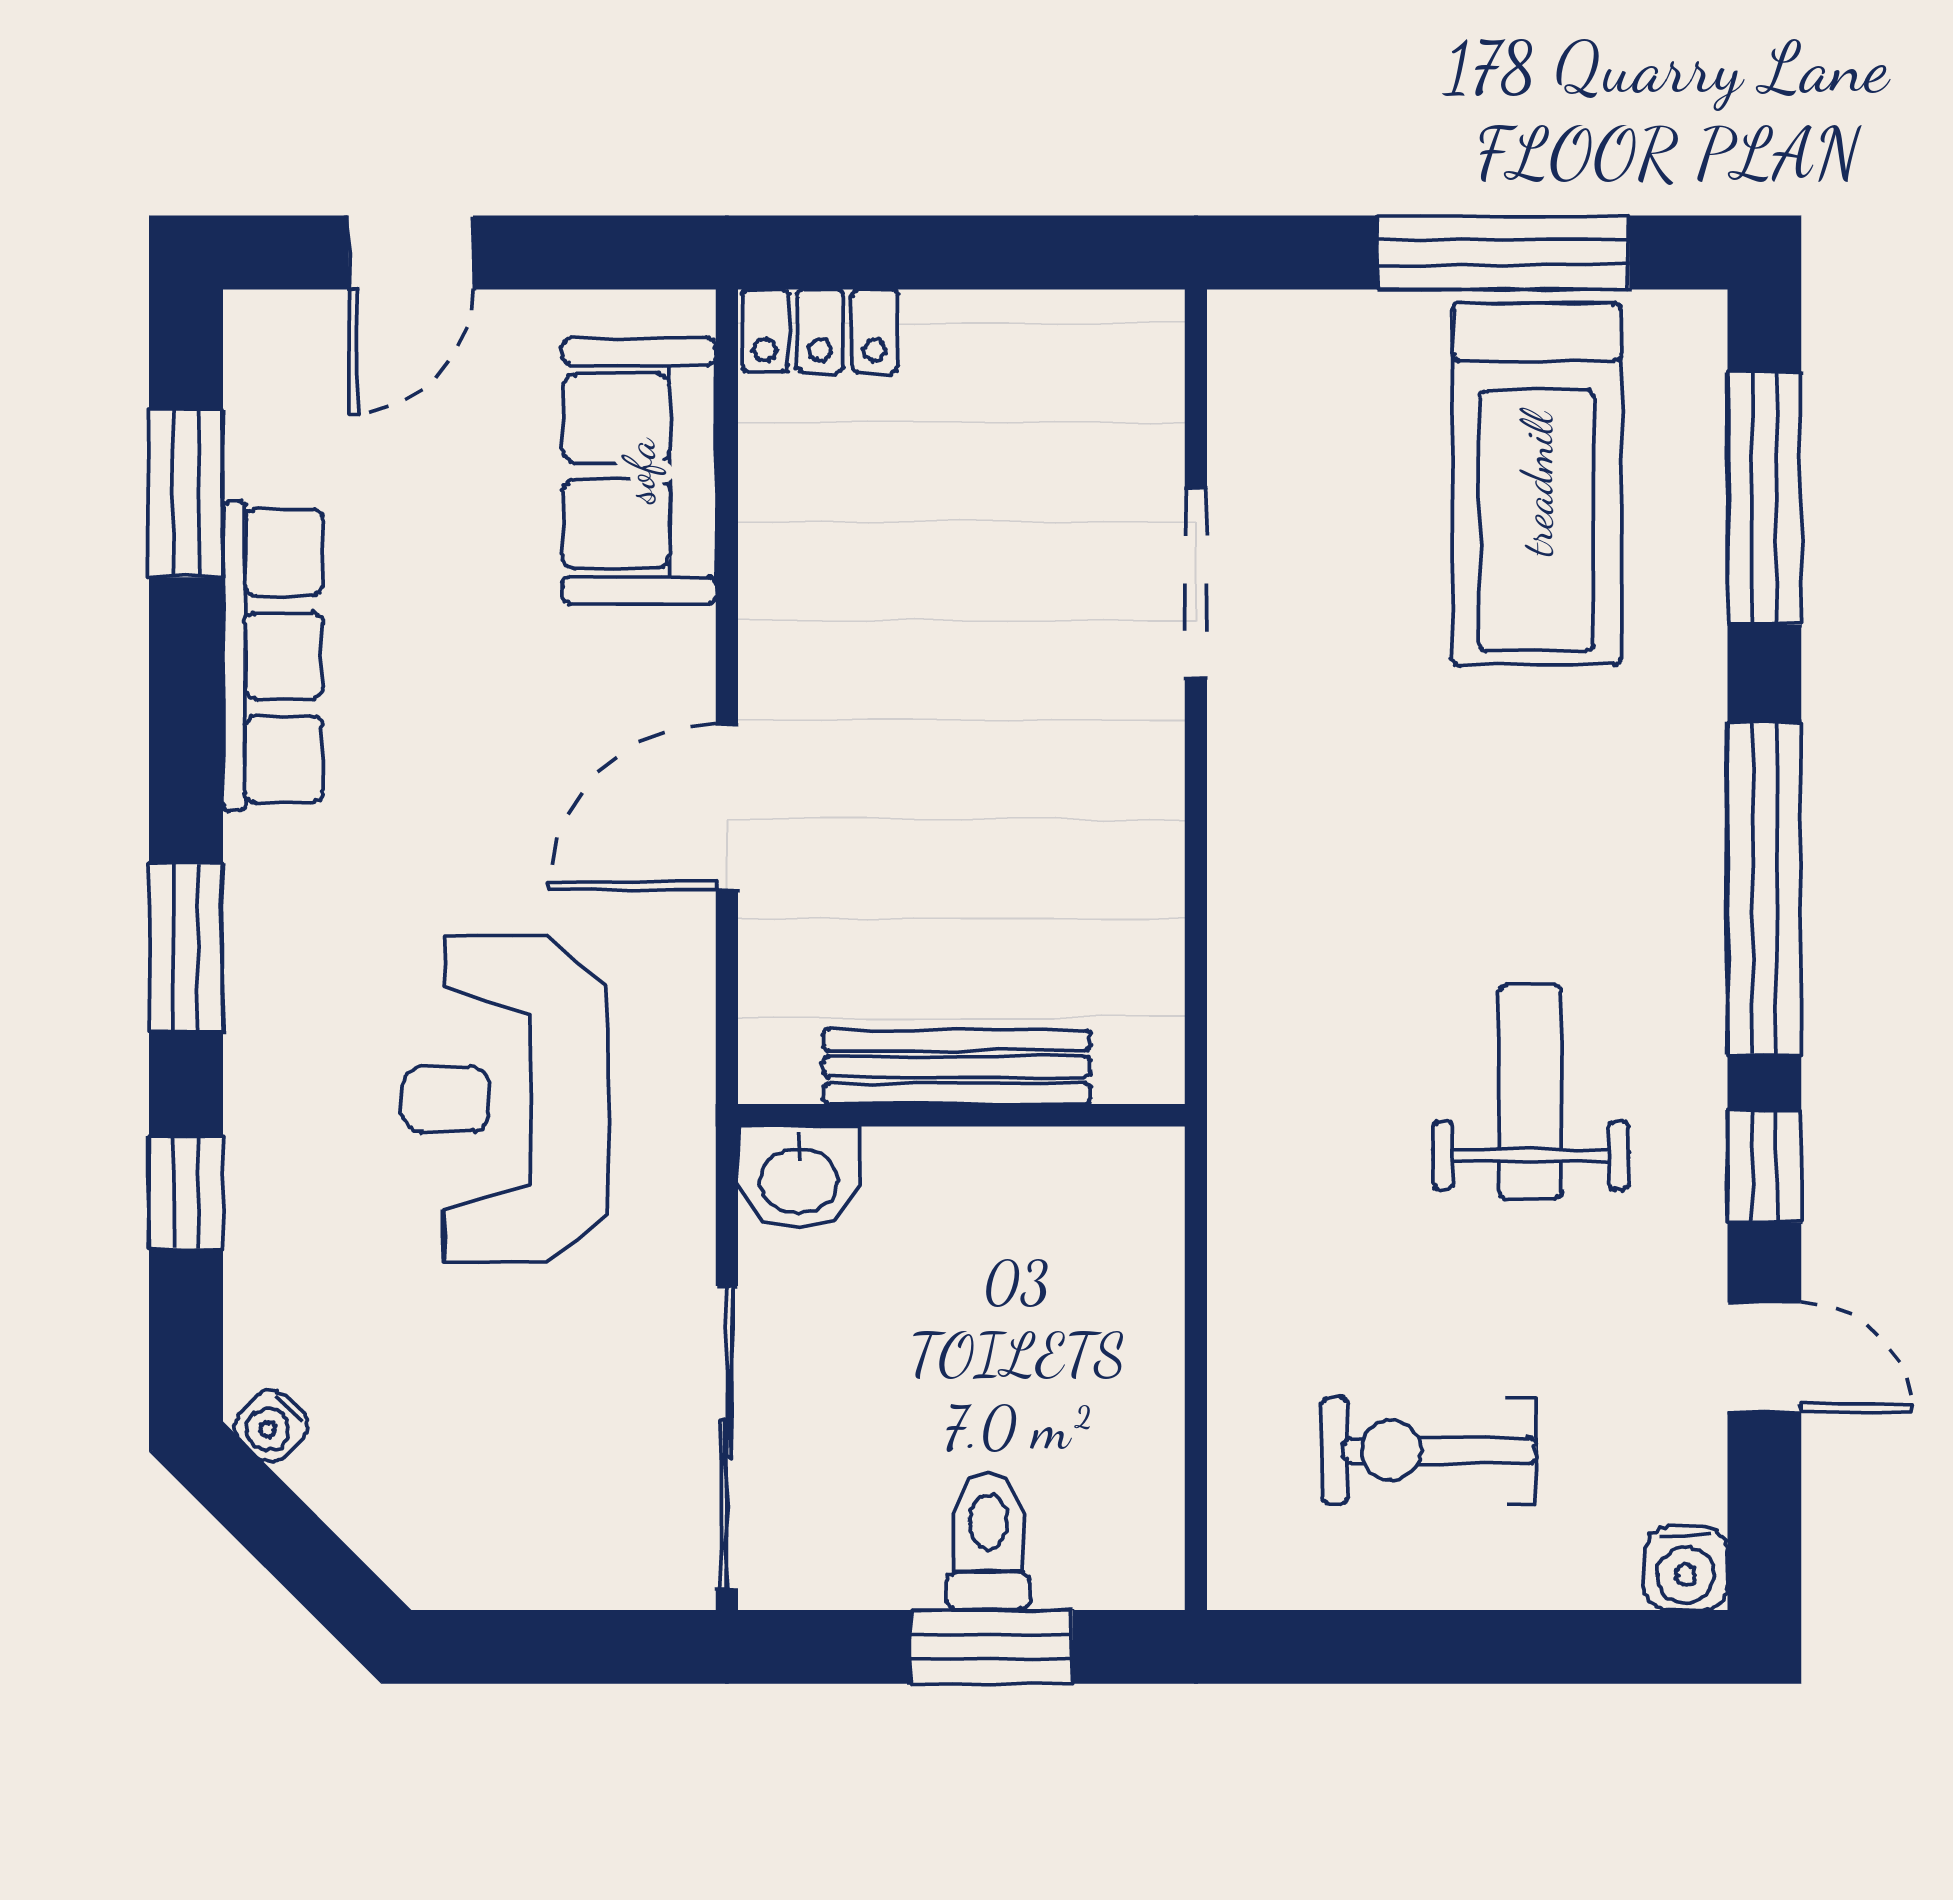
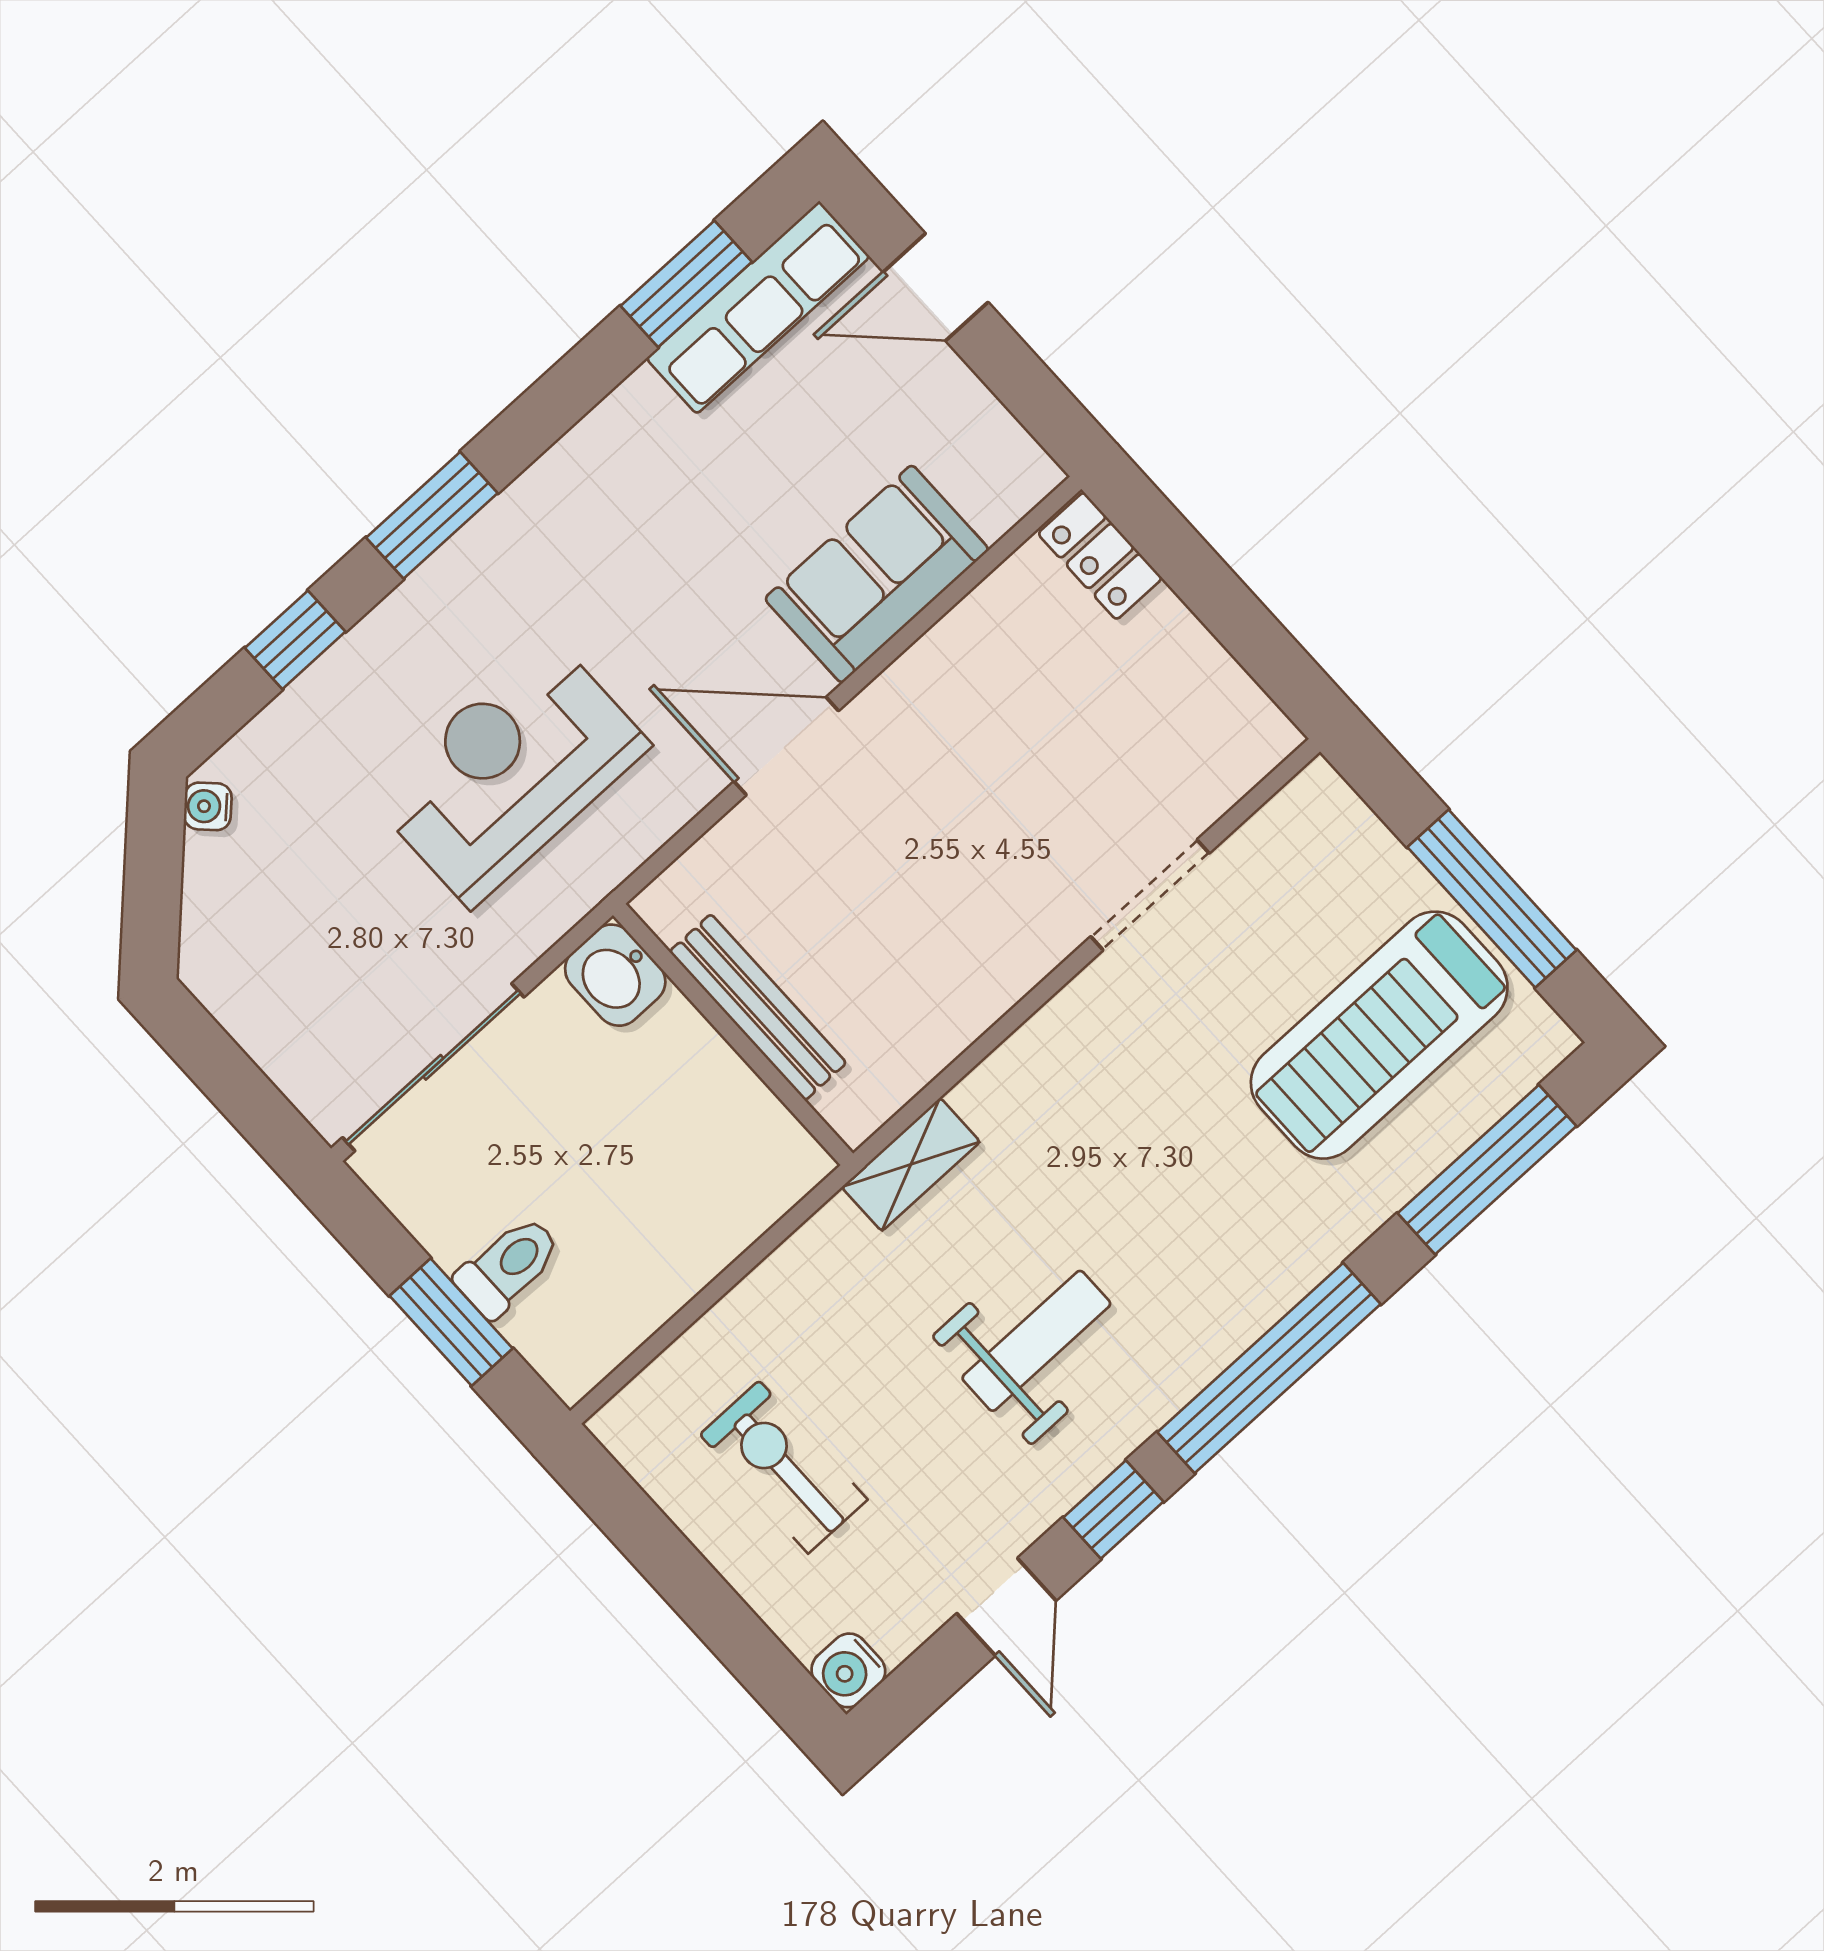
sofa: (639, 471) -> (877, 574), moved
row of seats: (273, 656) -> (758, 308), moved
shelving: (1247, 1057) -> (911, 1164), added

